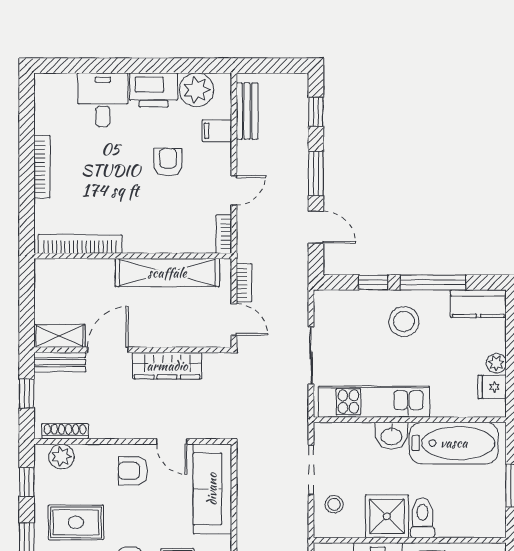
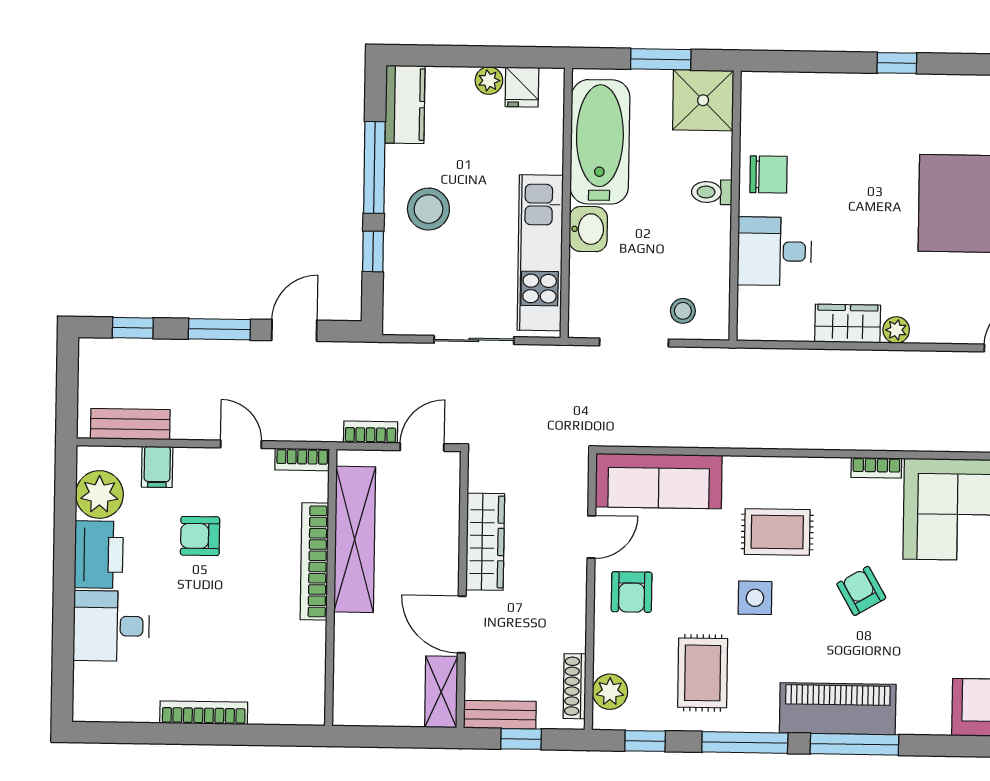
bookcase: (80, 244) -> (314, 561), moved
bench: (60, 362) -> (500, 715), moved, turned 90
shower: (387, 516) -> (703, 100), moved
toilet: (423, 518) -> (712, 192), width x0.73, depth x0.72

